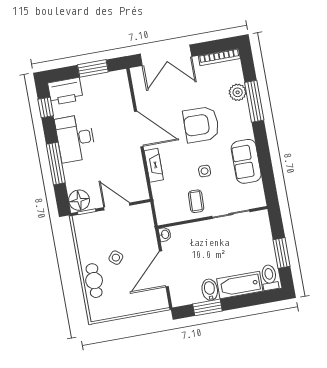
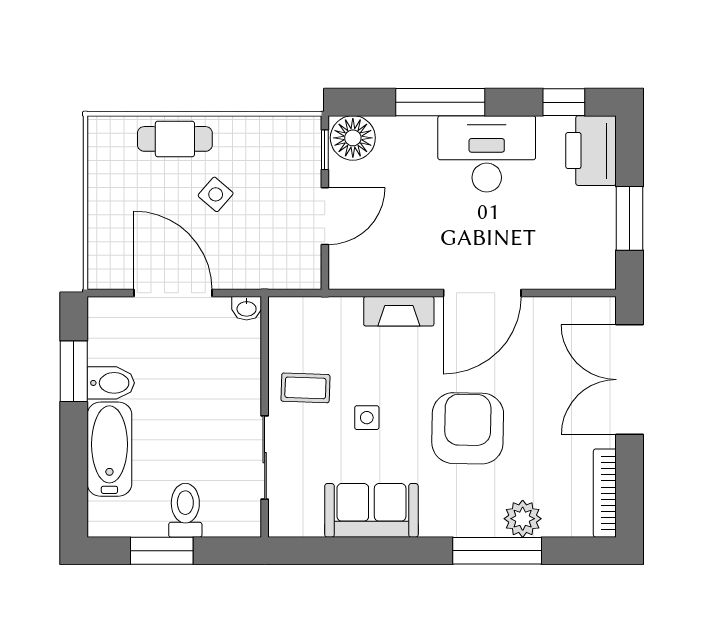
toilet: (269, 277) -> (185, 510), moved, turned -90

